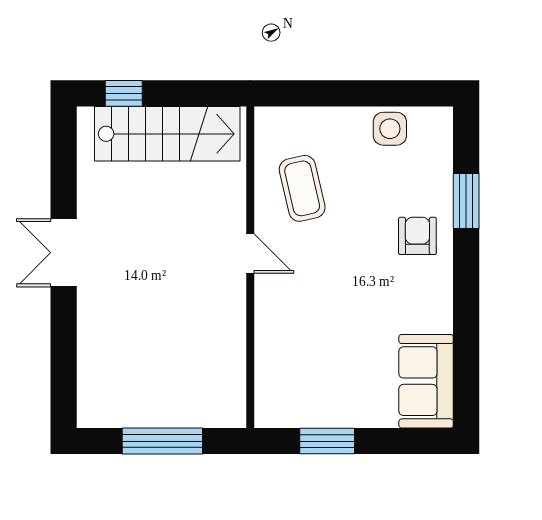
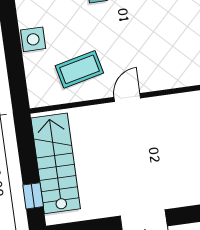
side table: (390, 129) -> (33, 39), moved

